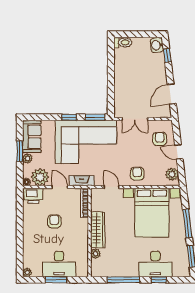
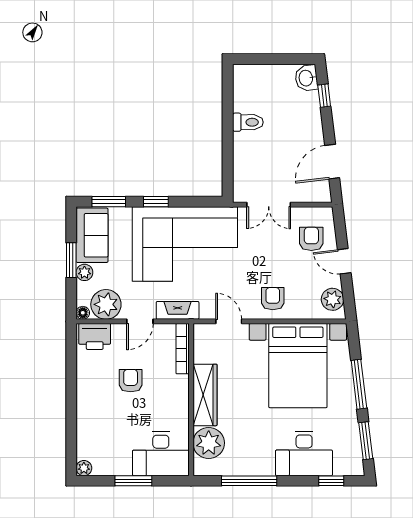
toilet: (123, 42) -> (248, 122), moved
window: (95, 117) -> (109, 202), moved
door: (60, 187) -> (140, 321), swing flipped
plant: (96, 254) -> (209, 443), width x1.88, depth x1.88
desk: (59, 264) -> (161, 454), moved
window: (159, 280) -> (331, 481), moved

